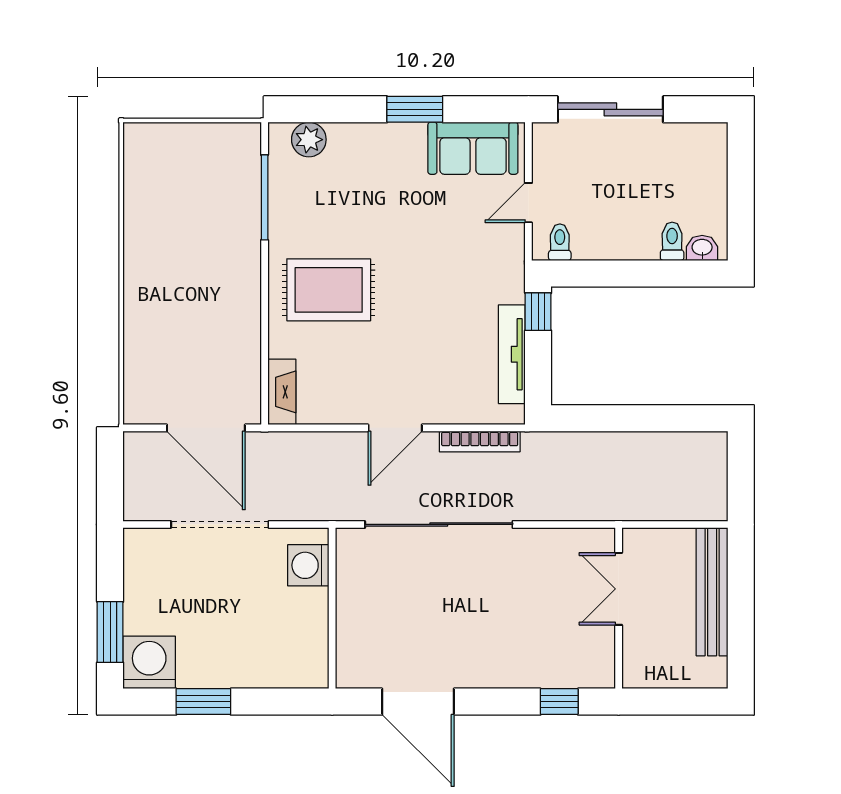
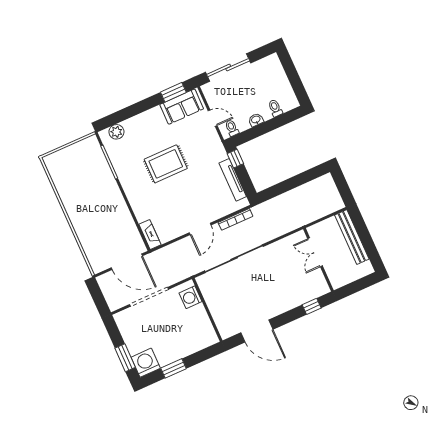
window: (415, 109) -> (173, 92), moved
door: (528, 203) -> (213, 118), swing flipped
washbasin: (702, 248) -> (256, 120), moved
rug: (329, 290) -> (166, 164), moved

